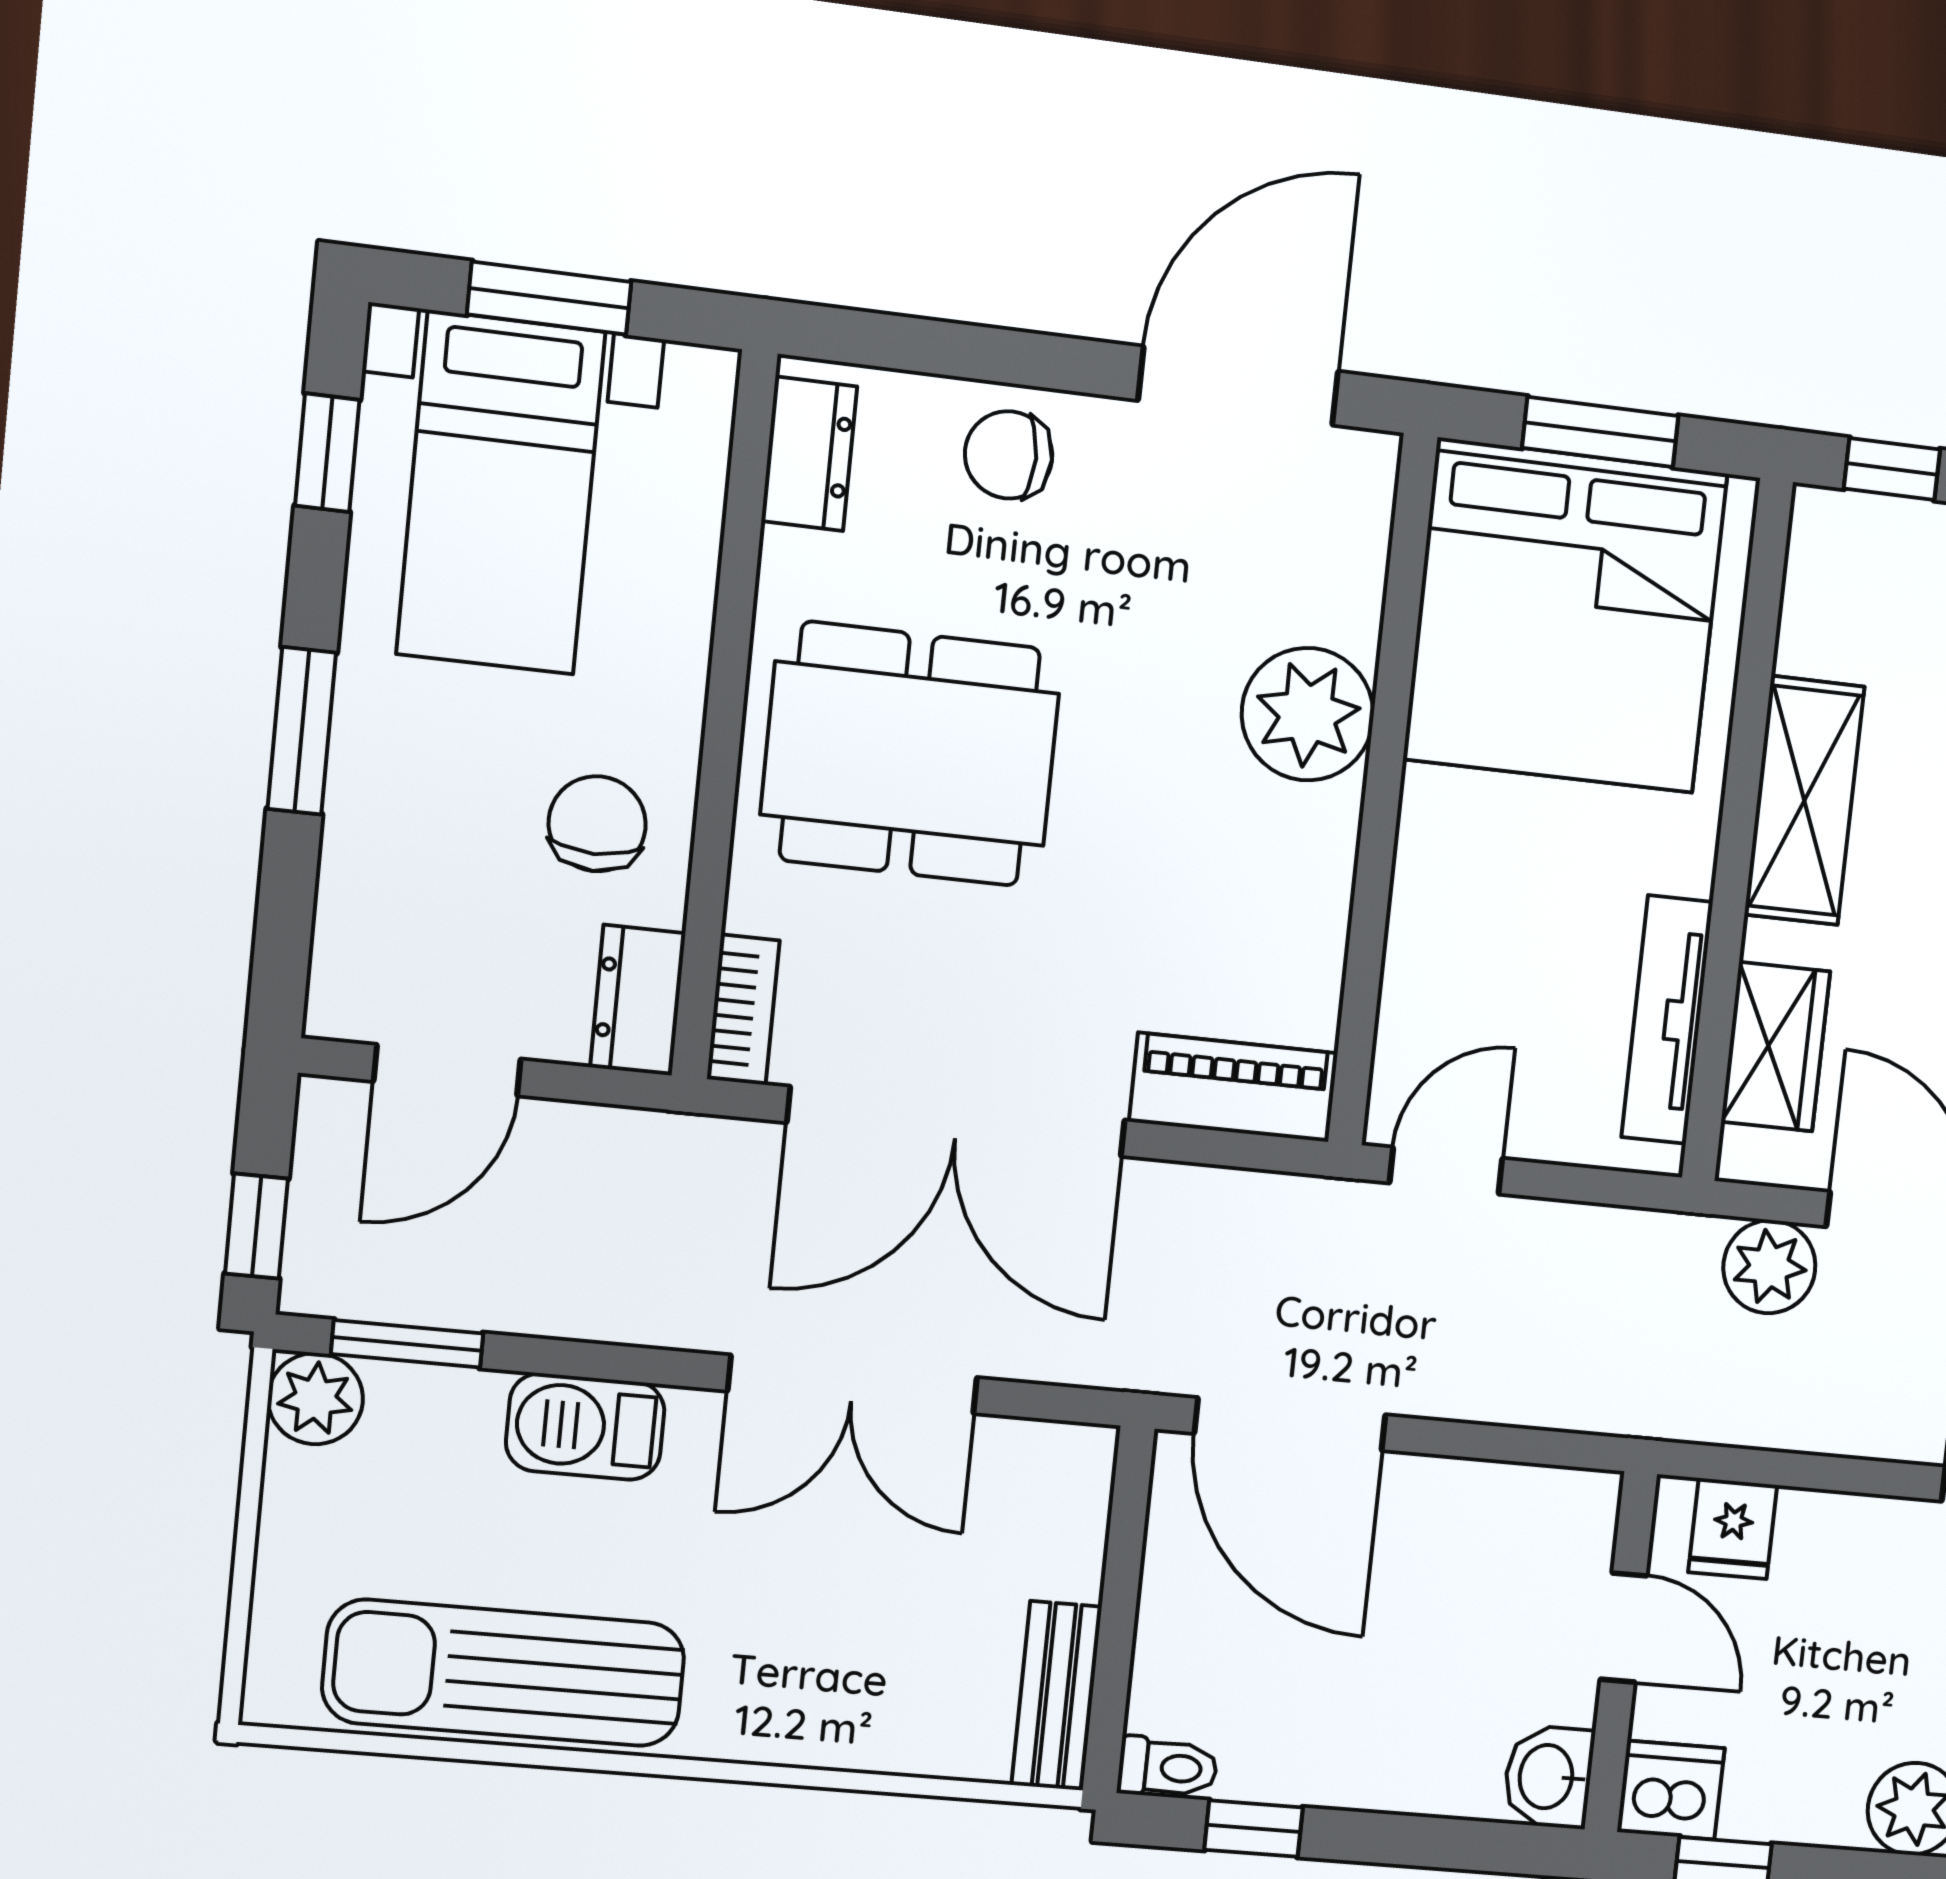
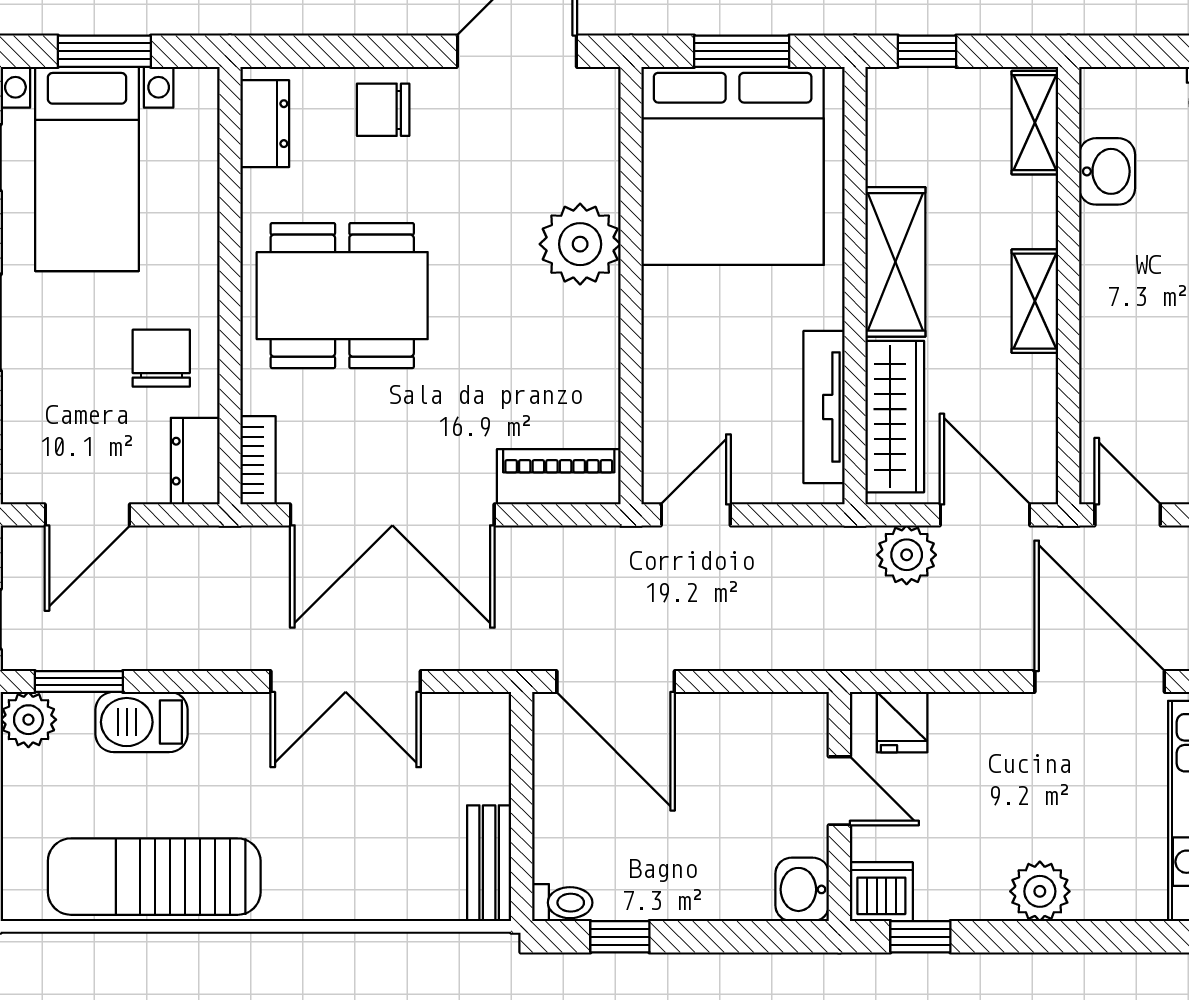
wardrobe: (1776, 1047) -> (895, 417), width x1.50
barbecue: (585, 1427) -> (141, 722), moved

